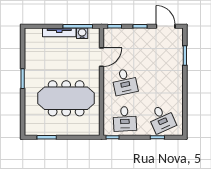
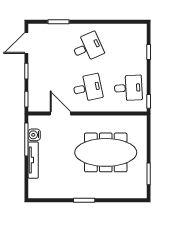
meeting table: (66, 98) -> (106, 152), turned 90
desk: (162, 119) -> (88, 47), moved

